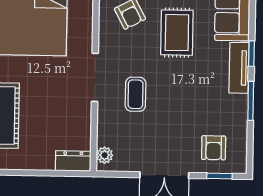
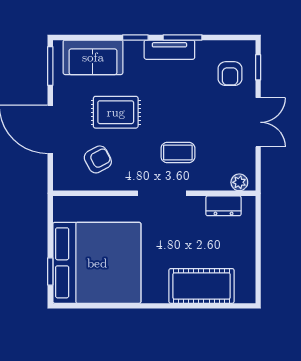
tv unit: (239, 68) -> (169, 50), moved
armchair: (214, 148) -> (230, 74), turned 90
dresser: (73, 161) -> (223, 206), moved, turned -90

